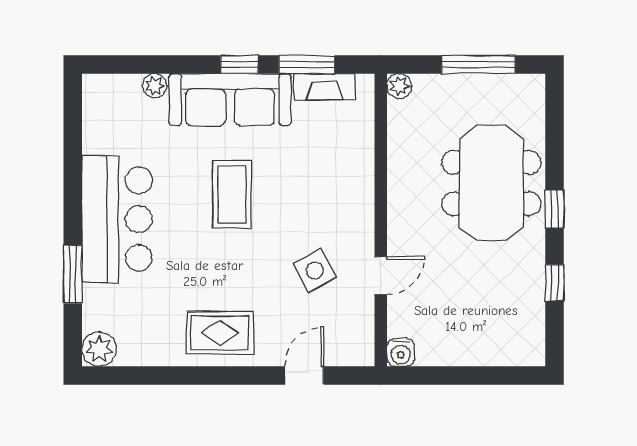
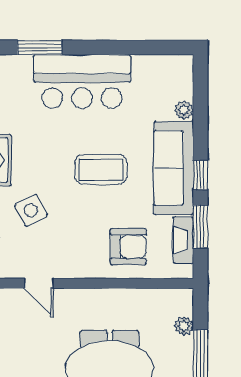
plant: (399, 86) -> (184, 326), moved
armchair: (333, 159) -> (128, 247), added
side table: (315, 270) -> (31, 210), moved

